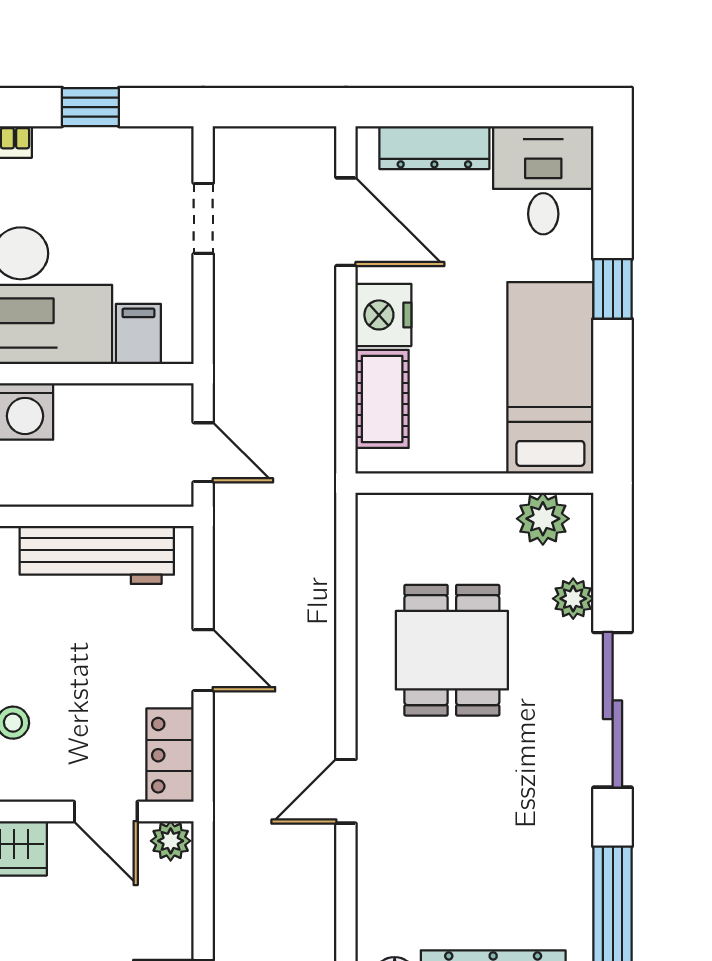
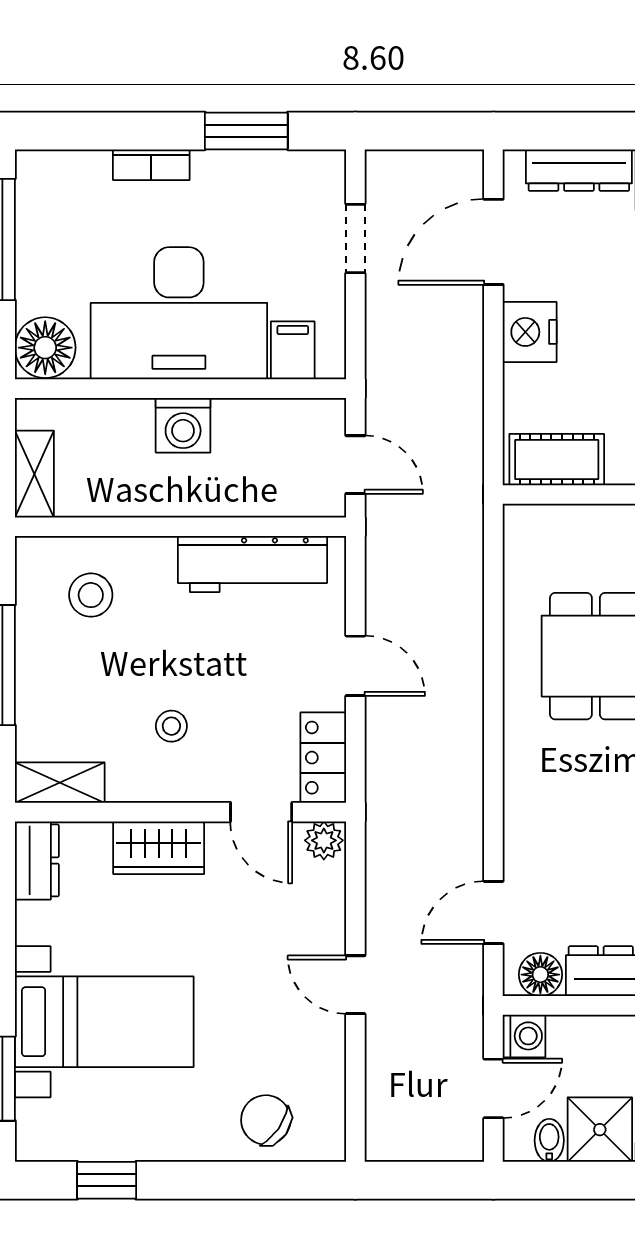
window: (90, 107) -> (246, 131), width x1.50
door: (346, 222) -> (493, 242), swing flipped
cot: (382, 399) -> (557, 460), moved, turned 90
door: (346, 791) -> (493, 913), moved

